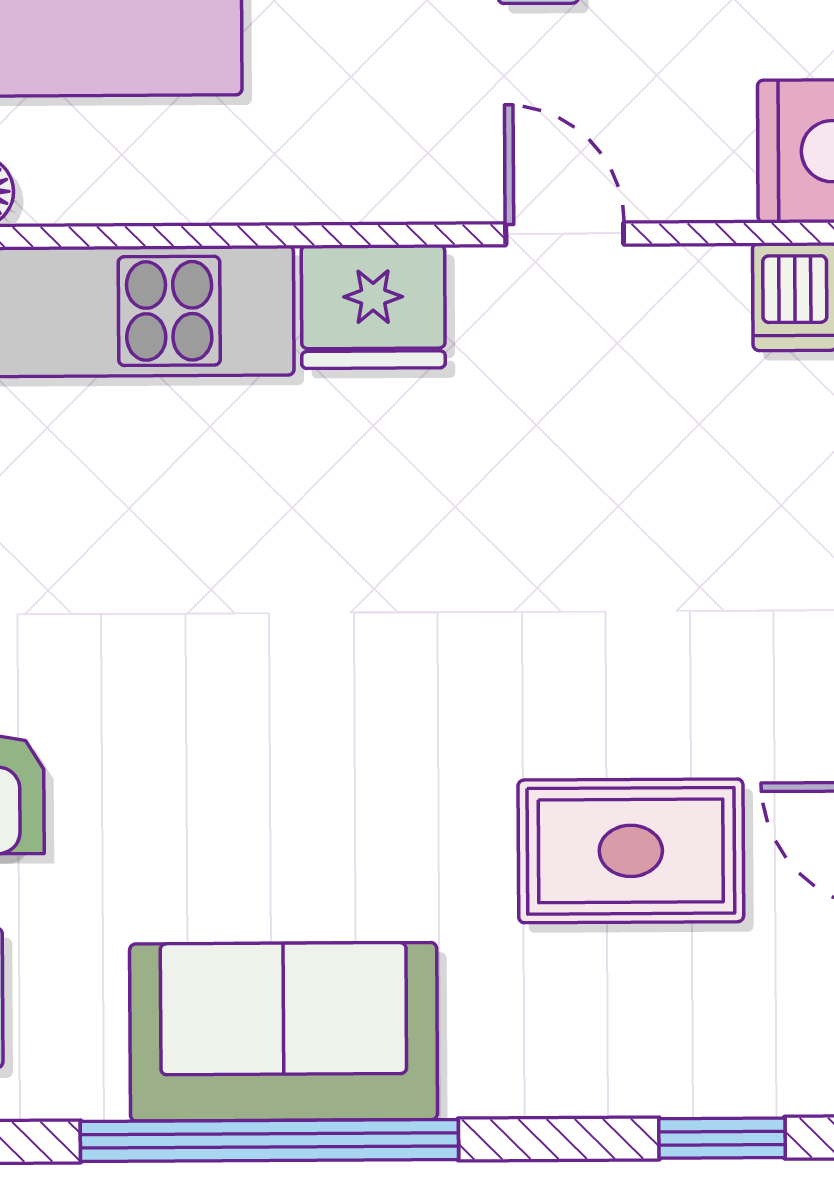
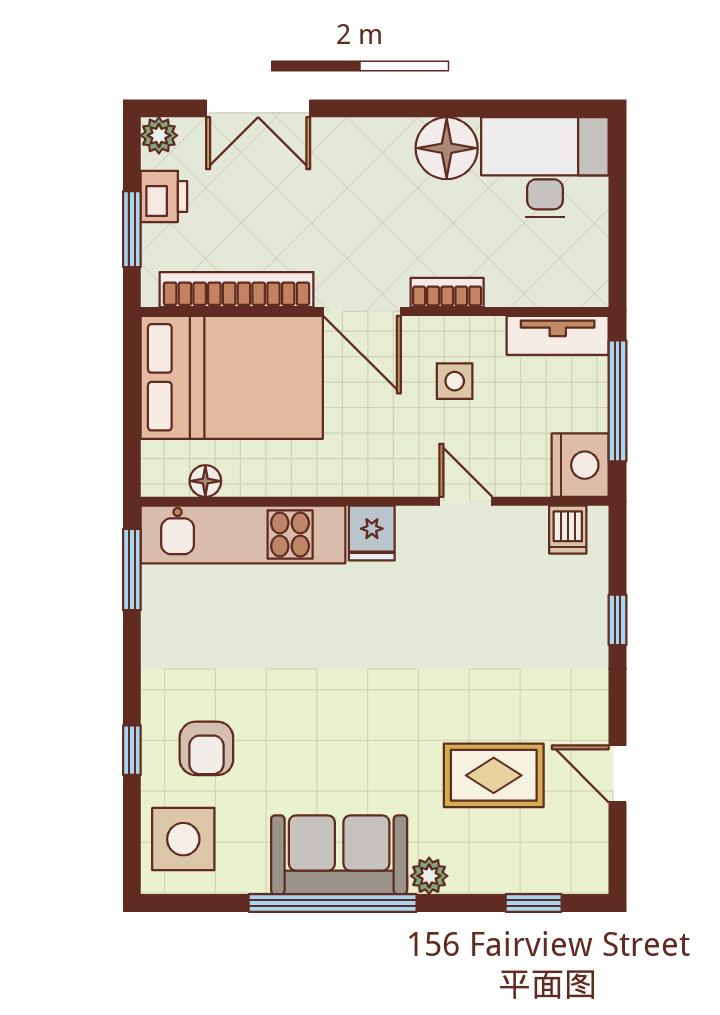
fridge: (373, 307) -> (372, 533), width x0.72
plant: (486, 1078) -> (429, 876), added

